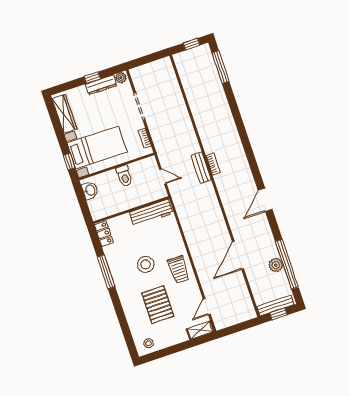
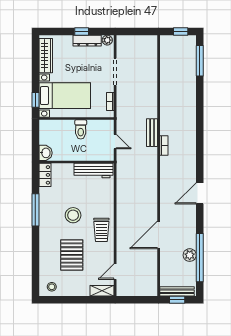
bench: (201, 168) -> (152, 133), moved
washbasin: (90, 190) -> (46, 153), moved

